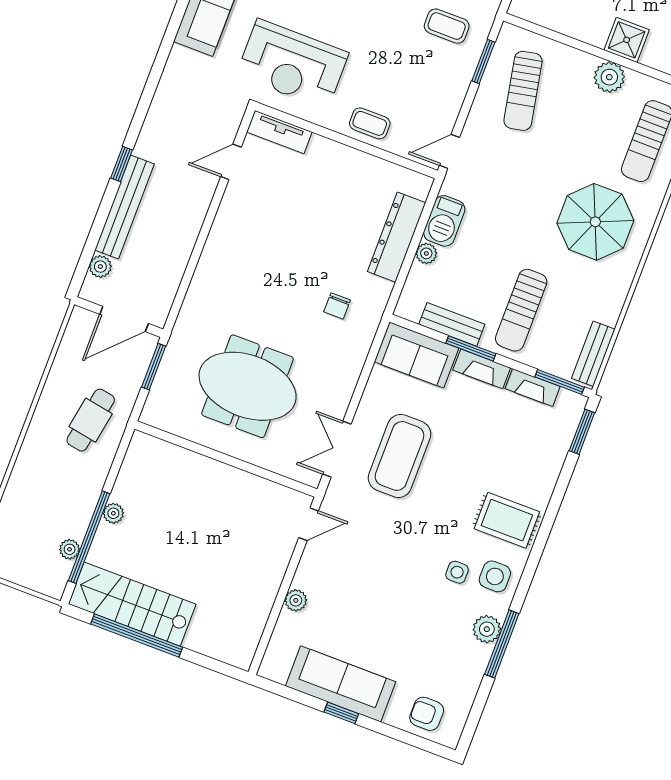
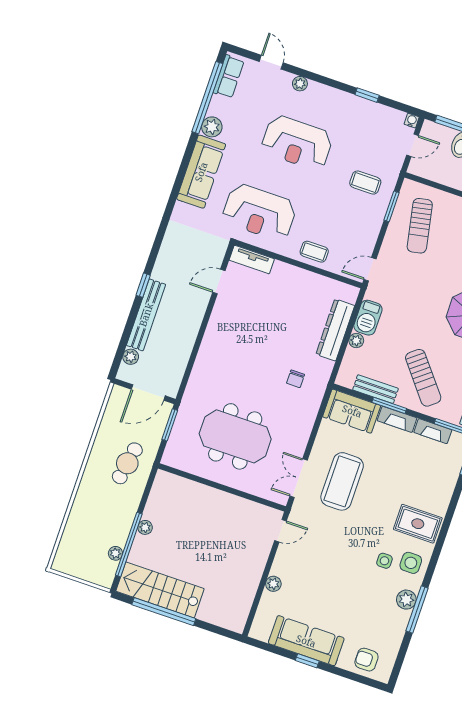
sun lounger: (521, 310) -> (423, 378), turned -39

